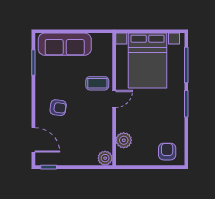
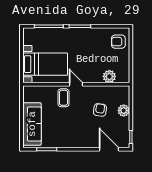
bed with nightstands: (148, 61) -> (45, 64), width x0.73
armchair: (58, 108) -> (100, 110), moved
door: (33, 140) -> (109, 149), hinge flipped
plant: (105, 158) -> (124, 110), moved

